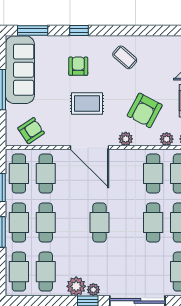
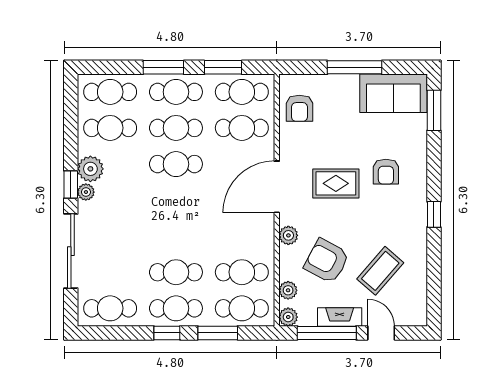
window: (79, 30) -> (434, 214), moved
coffee table: (125, 57) -> (380, 271), moved, width x1.36, depth x1.30
armchair: (78, 66) -> (386, 172), turned 90
sofa: (20, 70) -> (393, 93), width x0.73
rug: (87, 104) -> (336, 183), turned 90
armchair: (31, 131) -> (299, 108), turned 34
cafe table: (99, 223) -> (176, 164), moved

